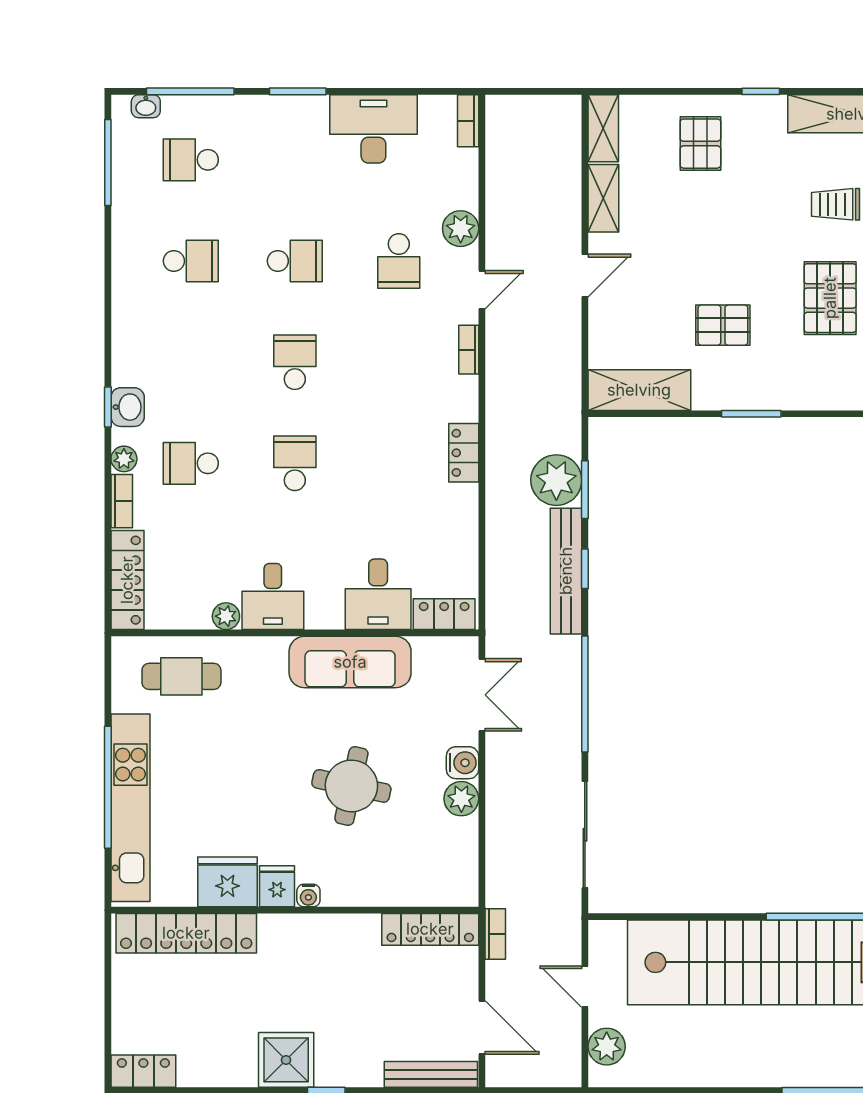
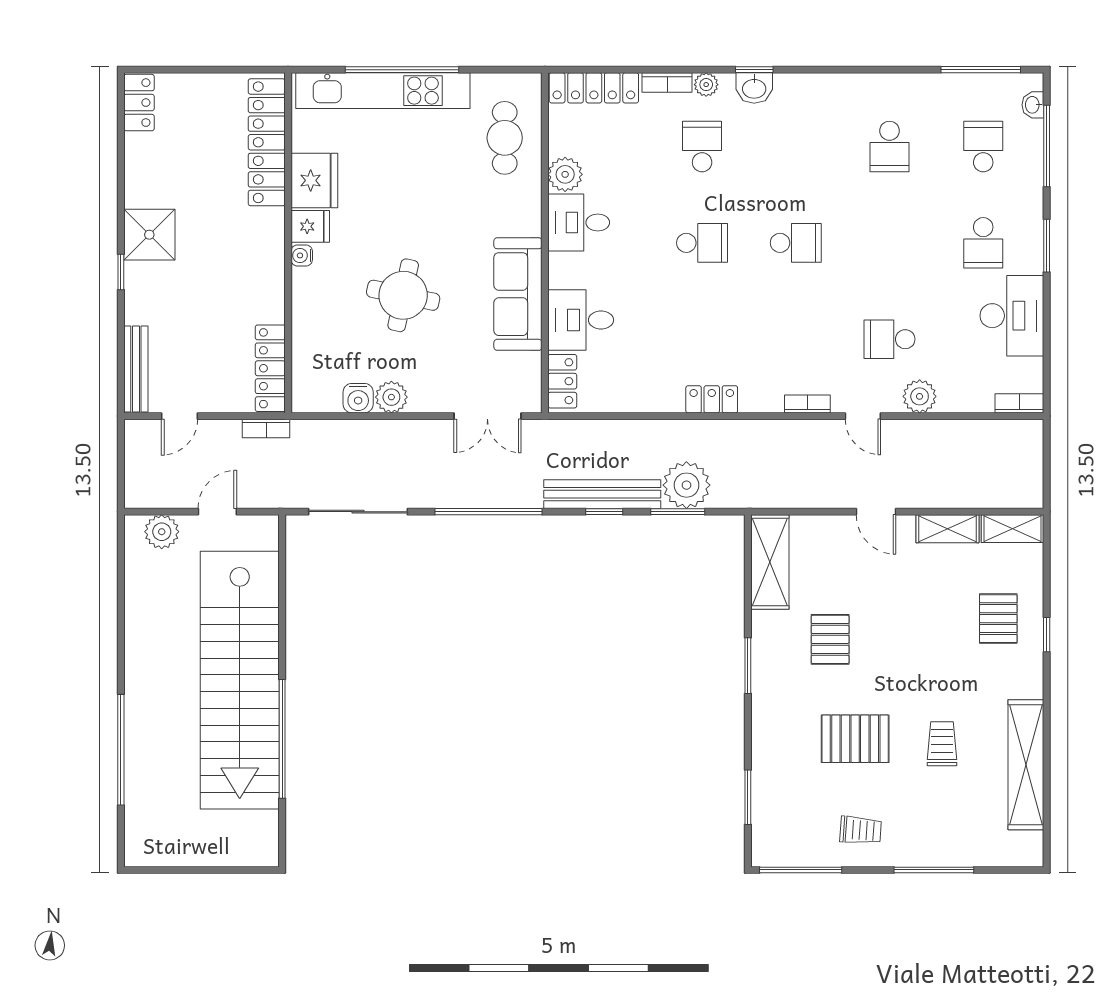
window: (761, 91) -> (1047, 635), moved
pallet: (700, 144) -> (998, 619), turned 90
school desk: (295, 261) -> (983, 243), moved
plant: (226, 616) -> (565, 174), width x1.38, depth x1.38
water cooler: (462, 763) -> (358, 398), moved
door: (482, 1027) -> (179, 416), width x0.73

